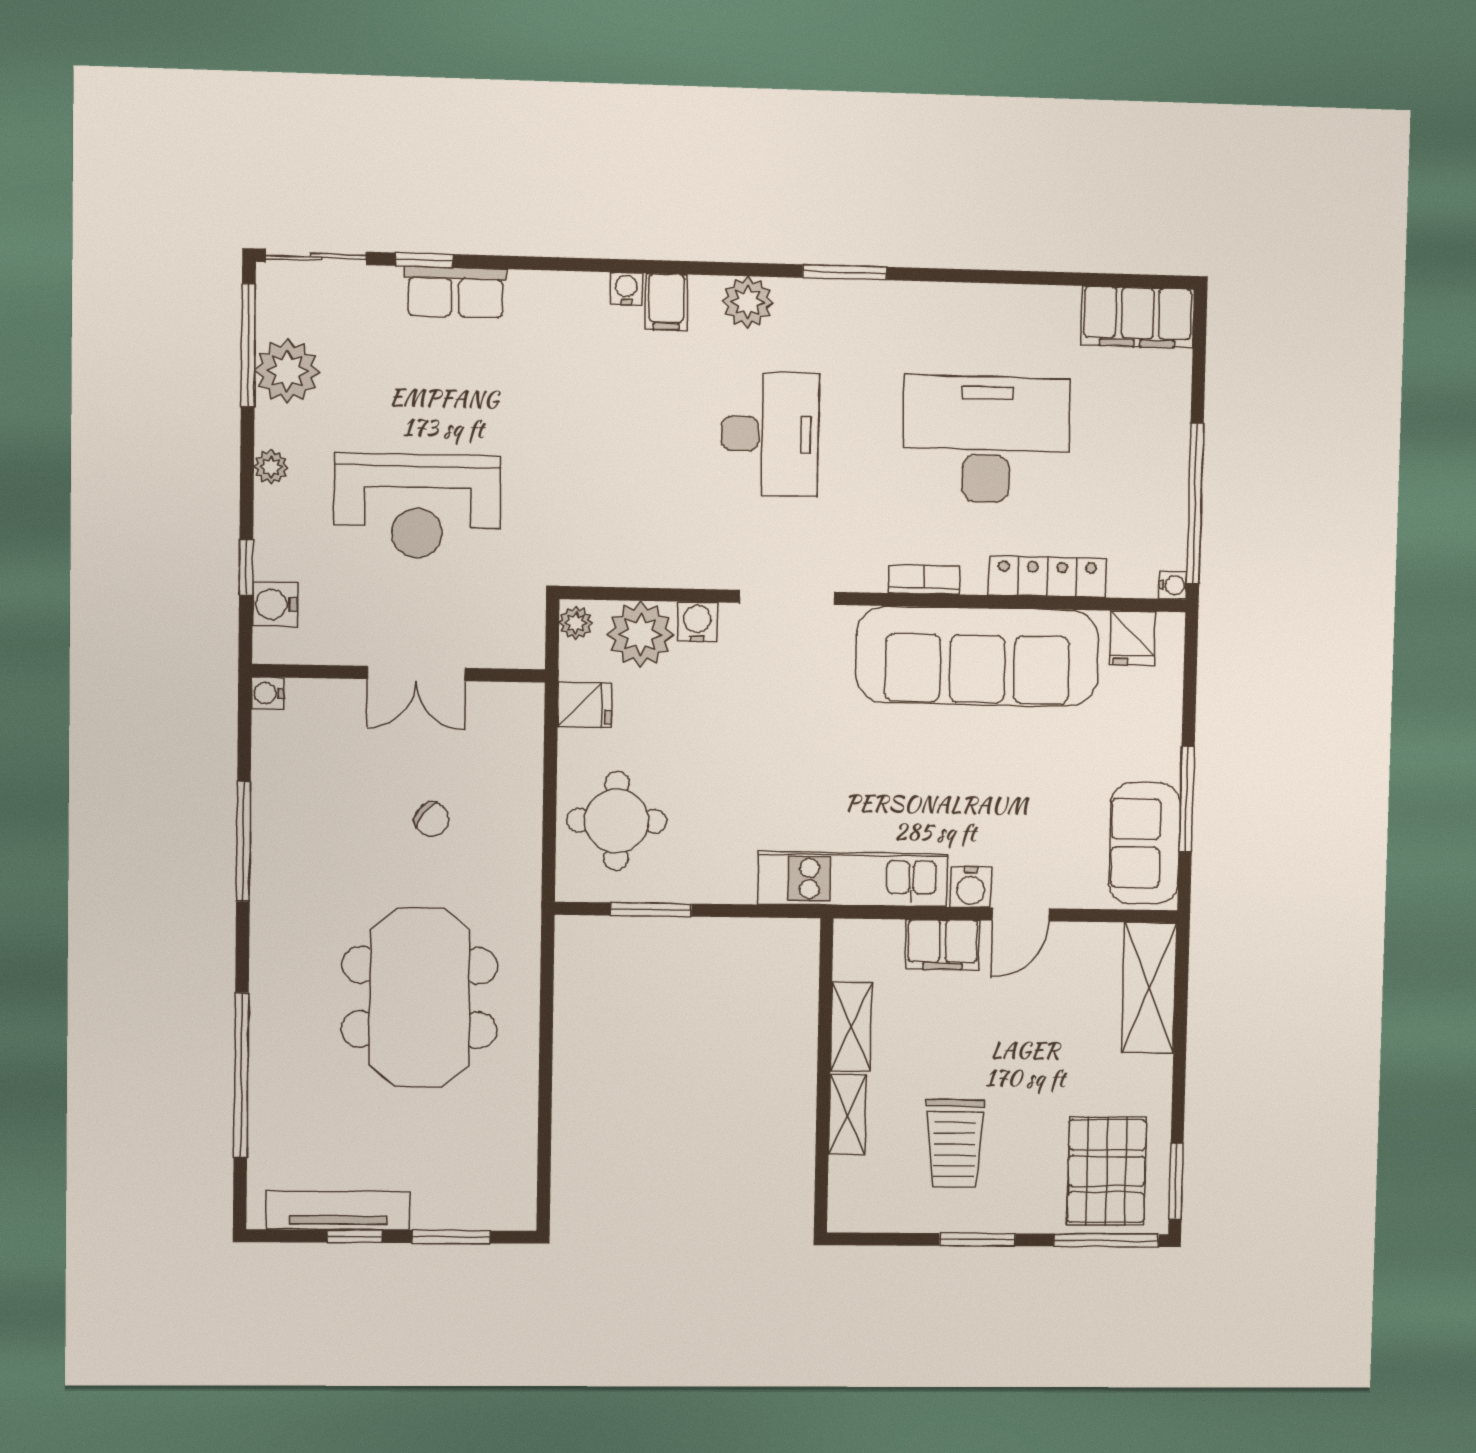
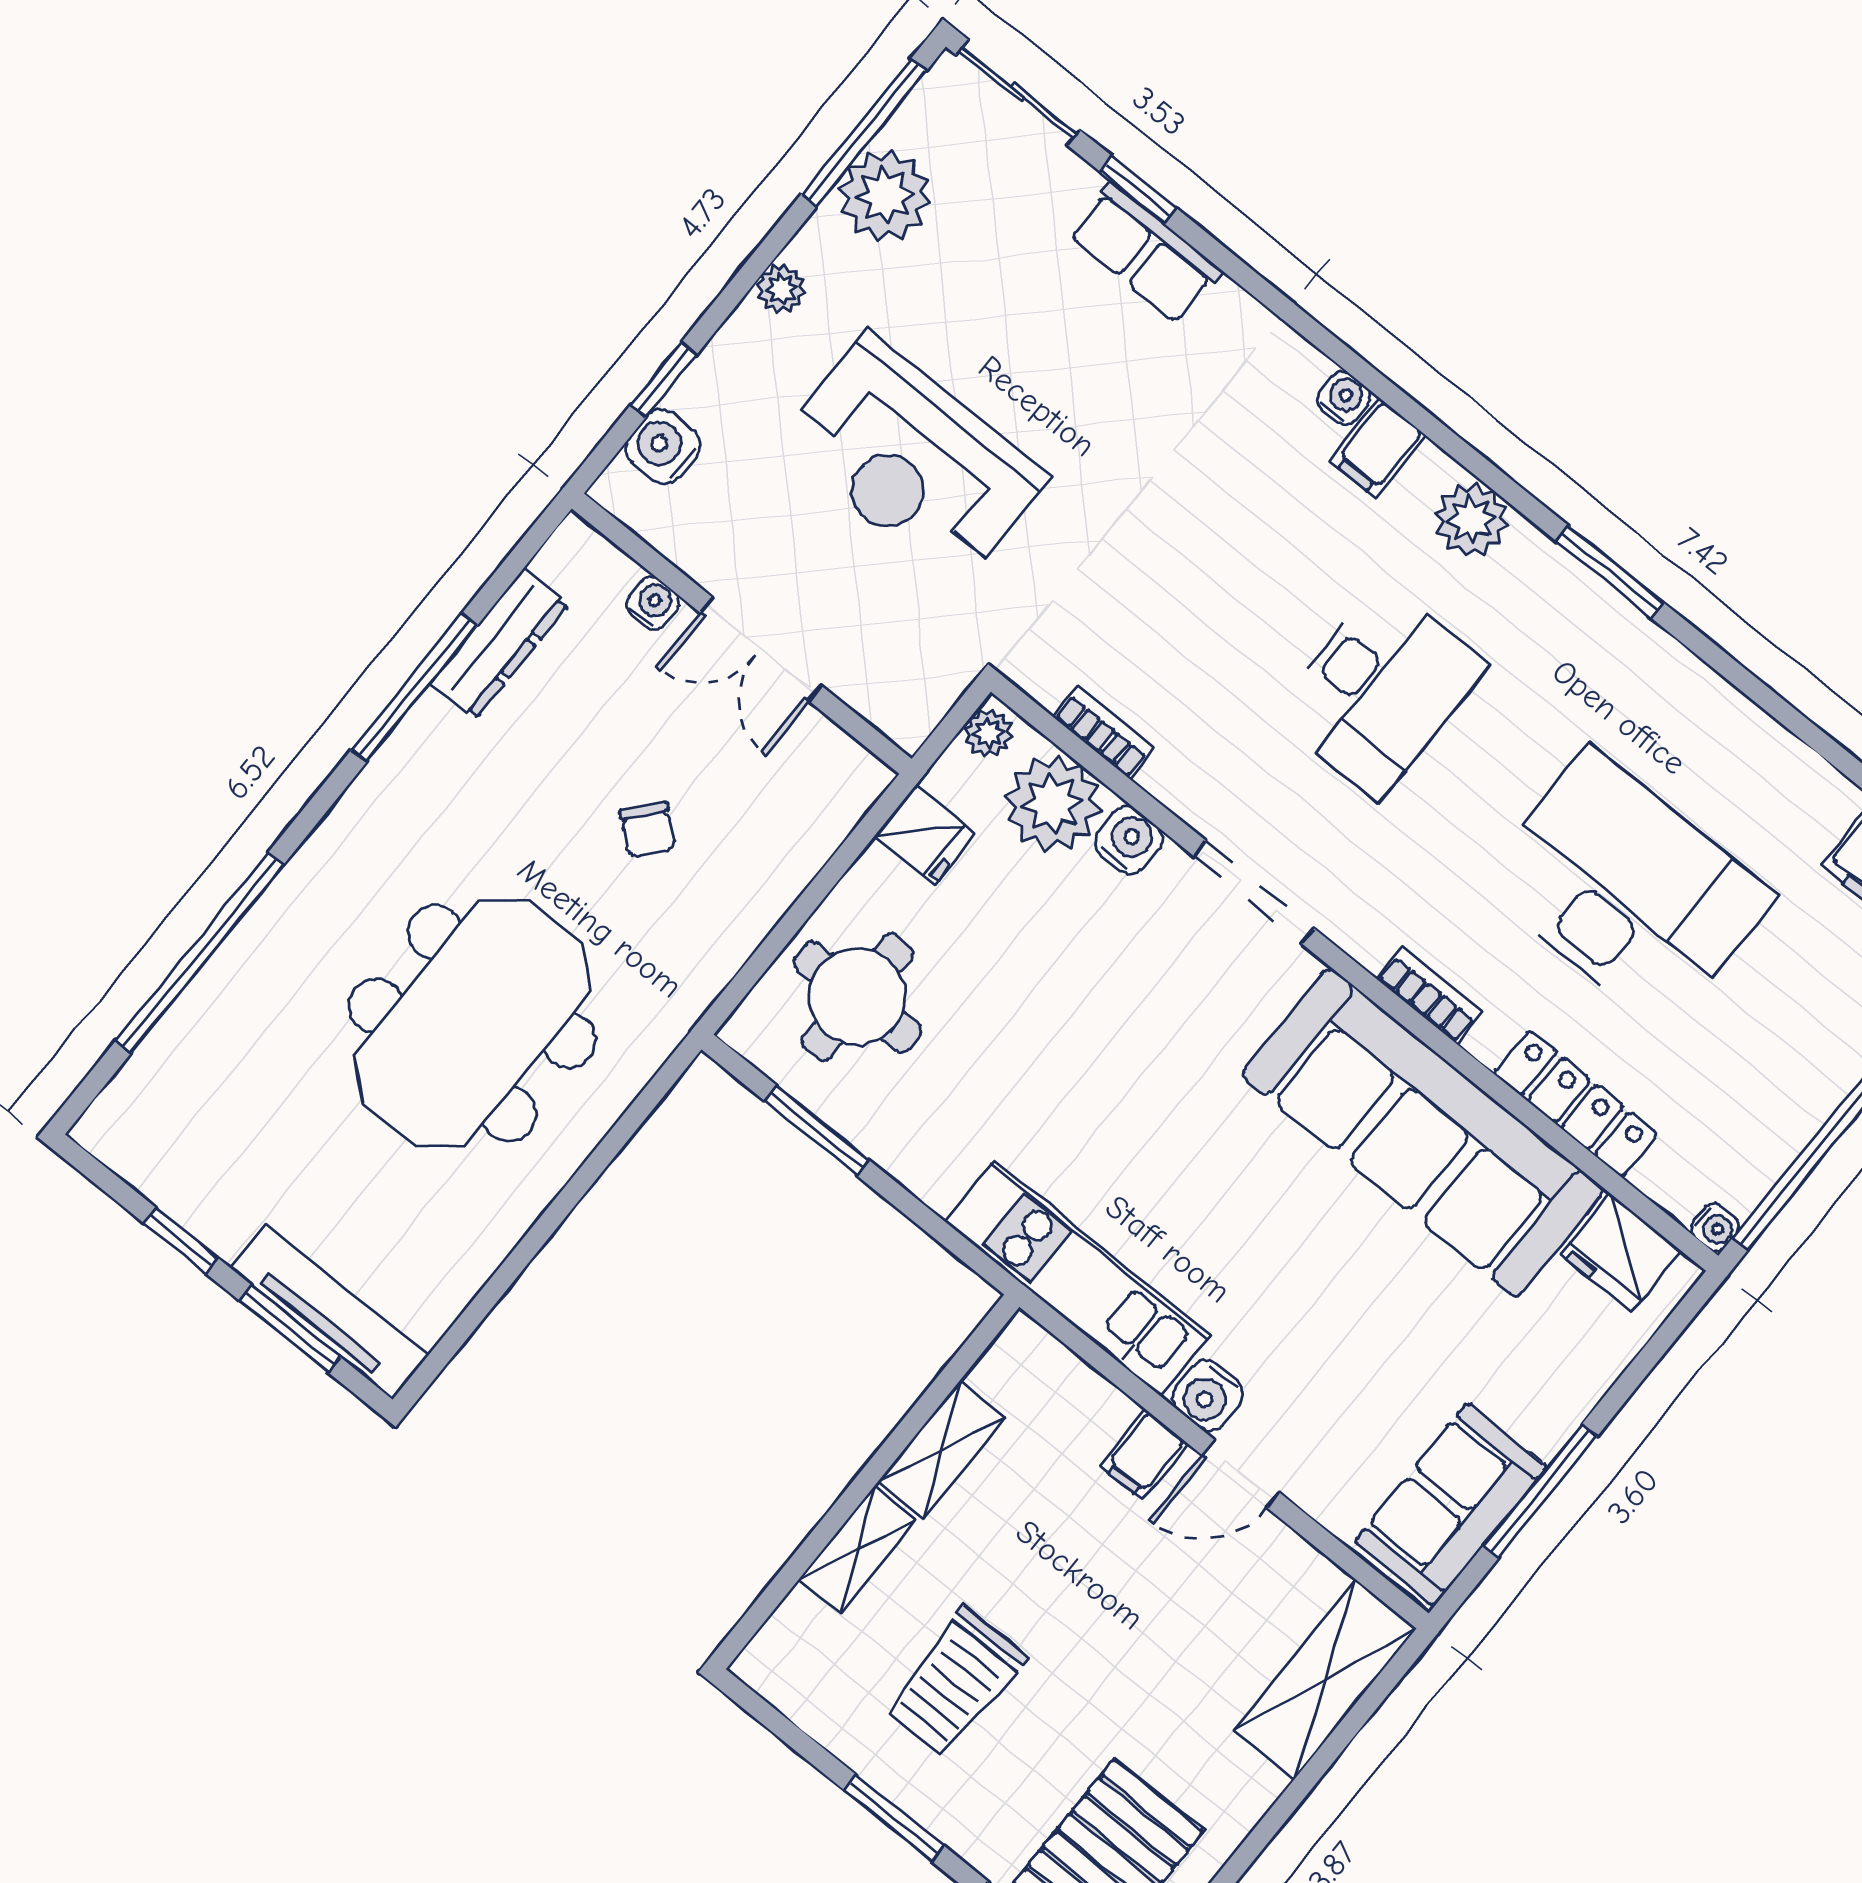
bookcase: (638, 574) -> (1103, 732), added
fridge: (1132, 638) -> (1621, 1252), width x1.38
water cooler: (267, 693) -> (653, 603), moved, turned 90
dresser: (271, 781) -> (500, 643), added
filing cabinet: (943, 945) -> (1144, 1455), width x0.50
tv unit: (338, 1211) -> (329, 1312), moved

